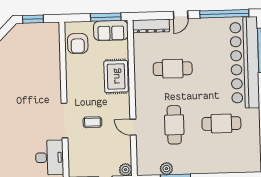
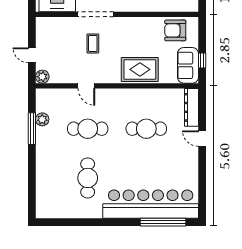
window: (224, 14) -> (202, 184), removed
window: (106, 17) -> (202, 60), width x0.46
cafe table: (173, 69) -> (146, 129), turned 90
door: (133, 127) -> (86, 86), swing flipped

